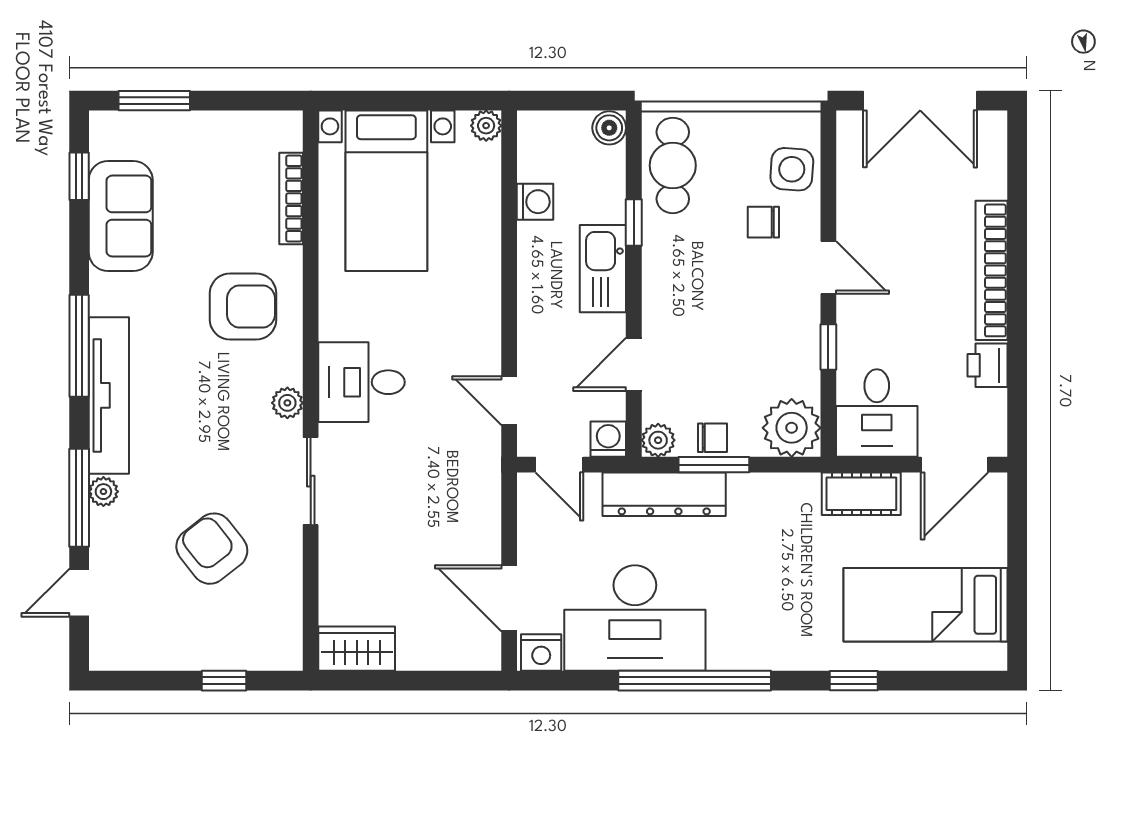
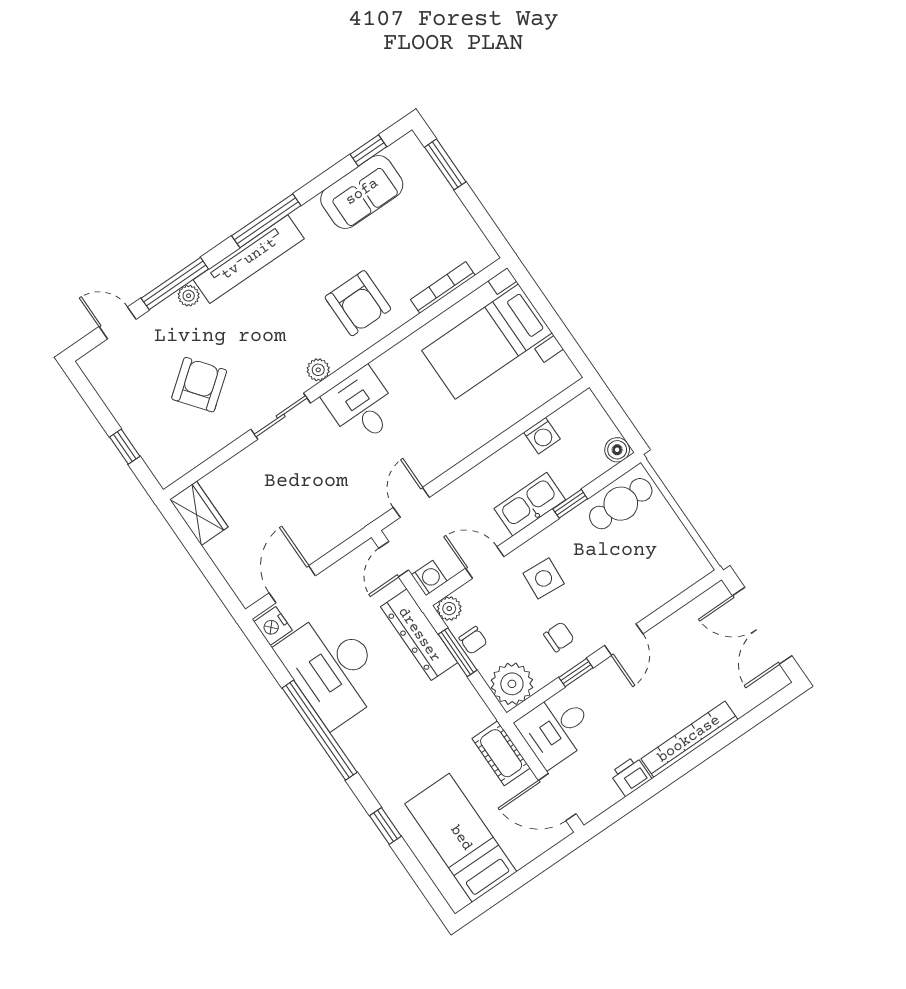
plant: (486, 126) -> (567, 375), removed
side table: (792, 169) -> (544, 578), moved
chair: (763, 222) -> (559, 637), moved, turned 90

